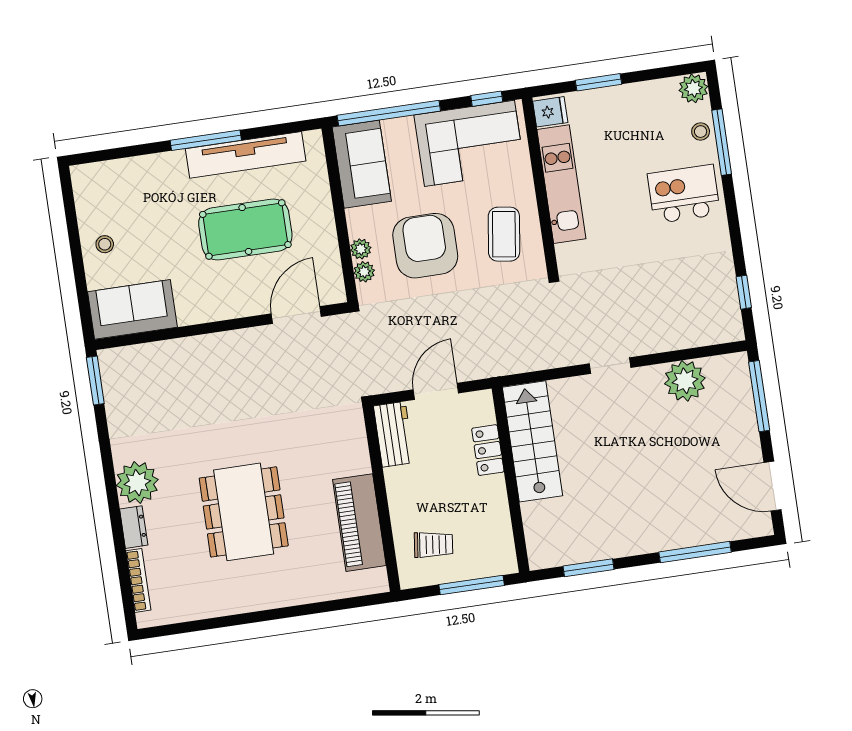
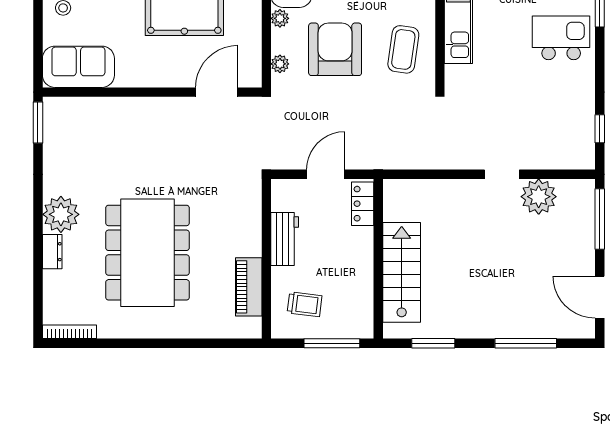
plant: (361, 249) -> (280, 18), moved
doorway: (610, 366) -> (502, 174), moved
workbench: (394, 434) -> (285, 239), moved
stairs: (533, 441) -> (402, 272), moved
locker: (488, 450) -> (363, 204), moved
dining table: (244, 512) -> (147, 253), width x1.36, depth x1.24
piano: (359, 523) -> (249, 287), width x0.73, depth x0.75
bookcase: (138, 580) -> (69, 332), moved, turned -90

